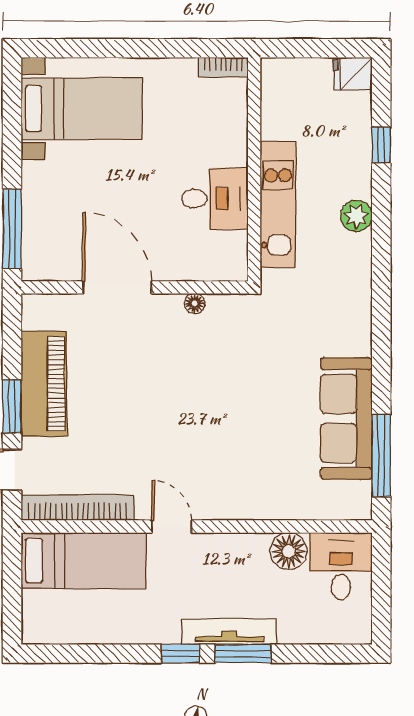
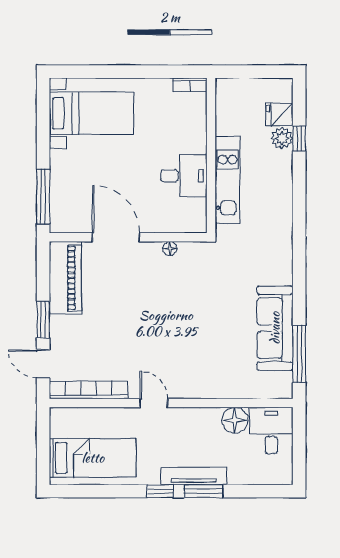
fridge: (353, 74) -> (279, 114), moved
plant: (356, 216) -> (282, 138), moved
piano: (44, 384) -> (65, 278), moved
bed: (83, 561) -> (93, 458), moved

